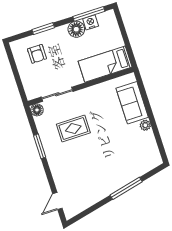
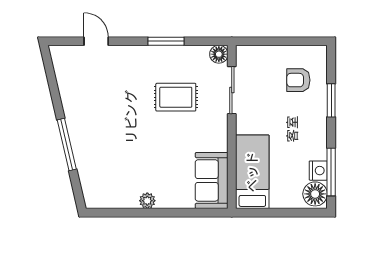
floor lamp: (76, 29) -> (315, 194), moved
sofa: (132, 103) -> (212, 180), moved, turned -90
rug: (73, 128) -> (176, 97), turned 90
door: (57, 201) -> (96, 41), moved

